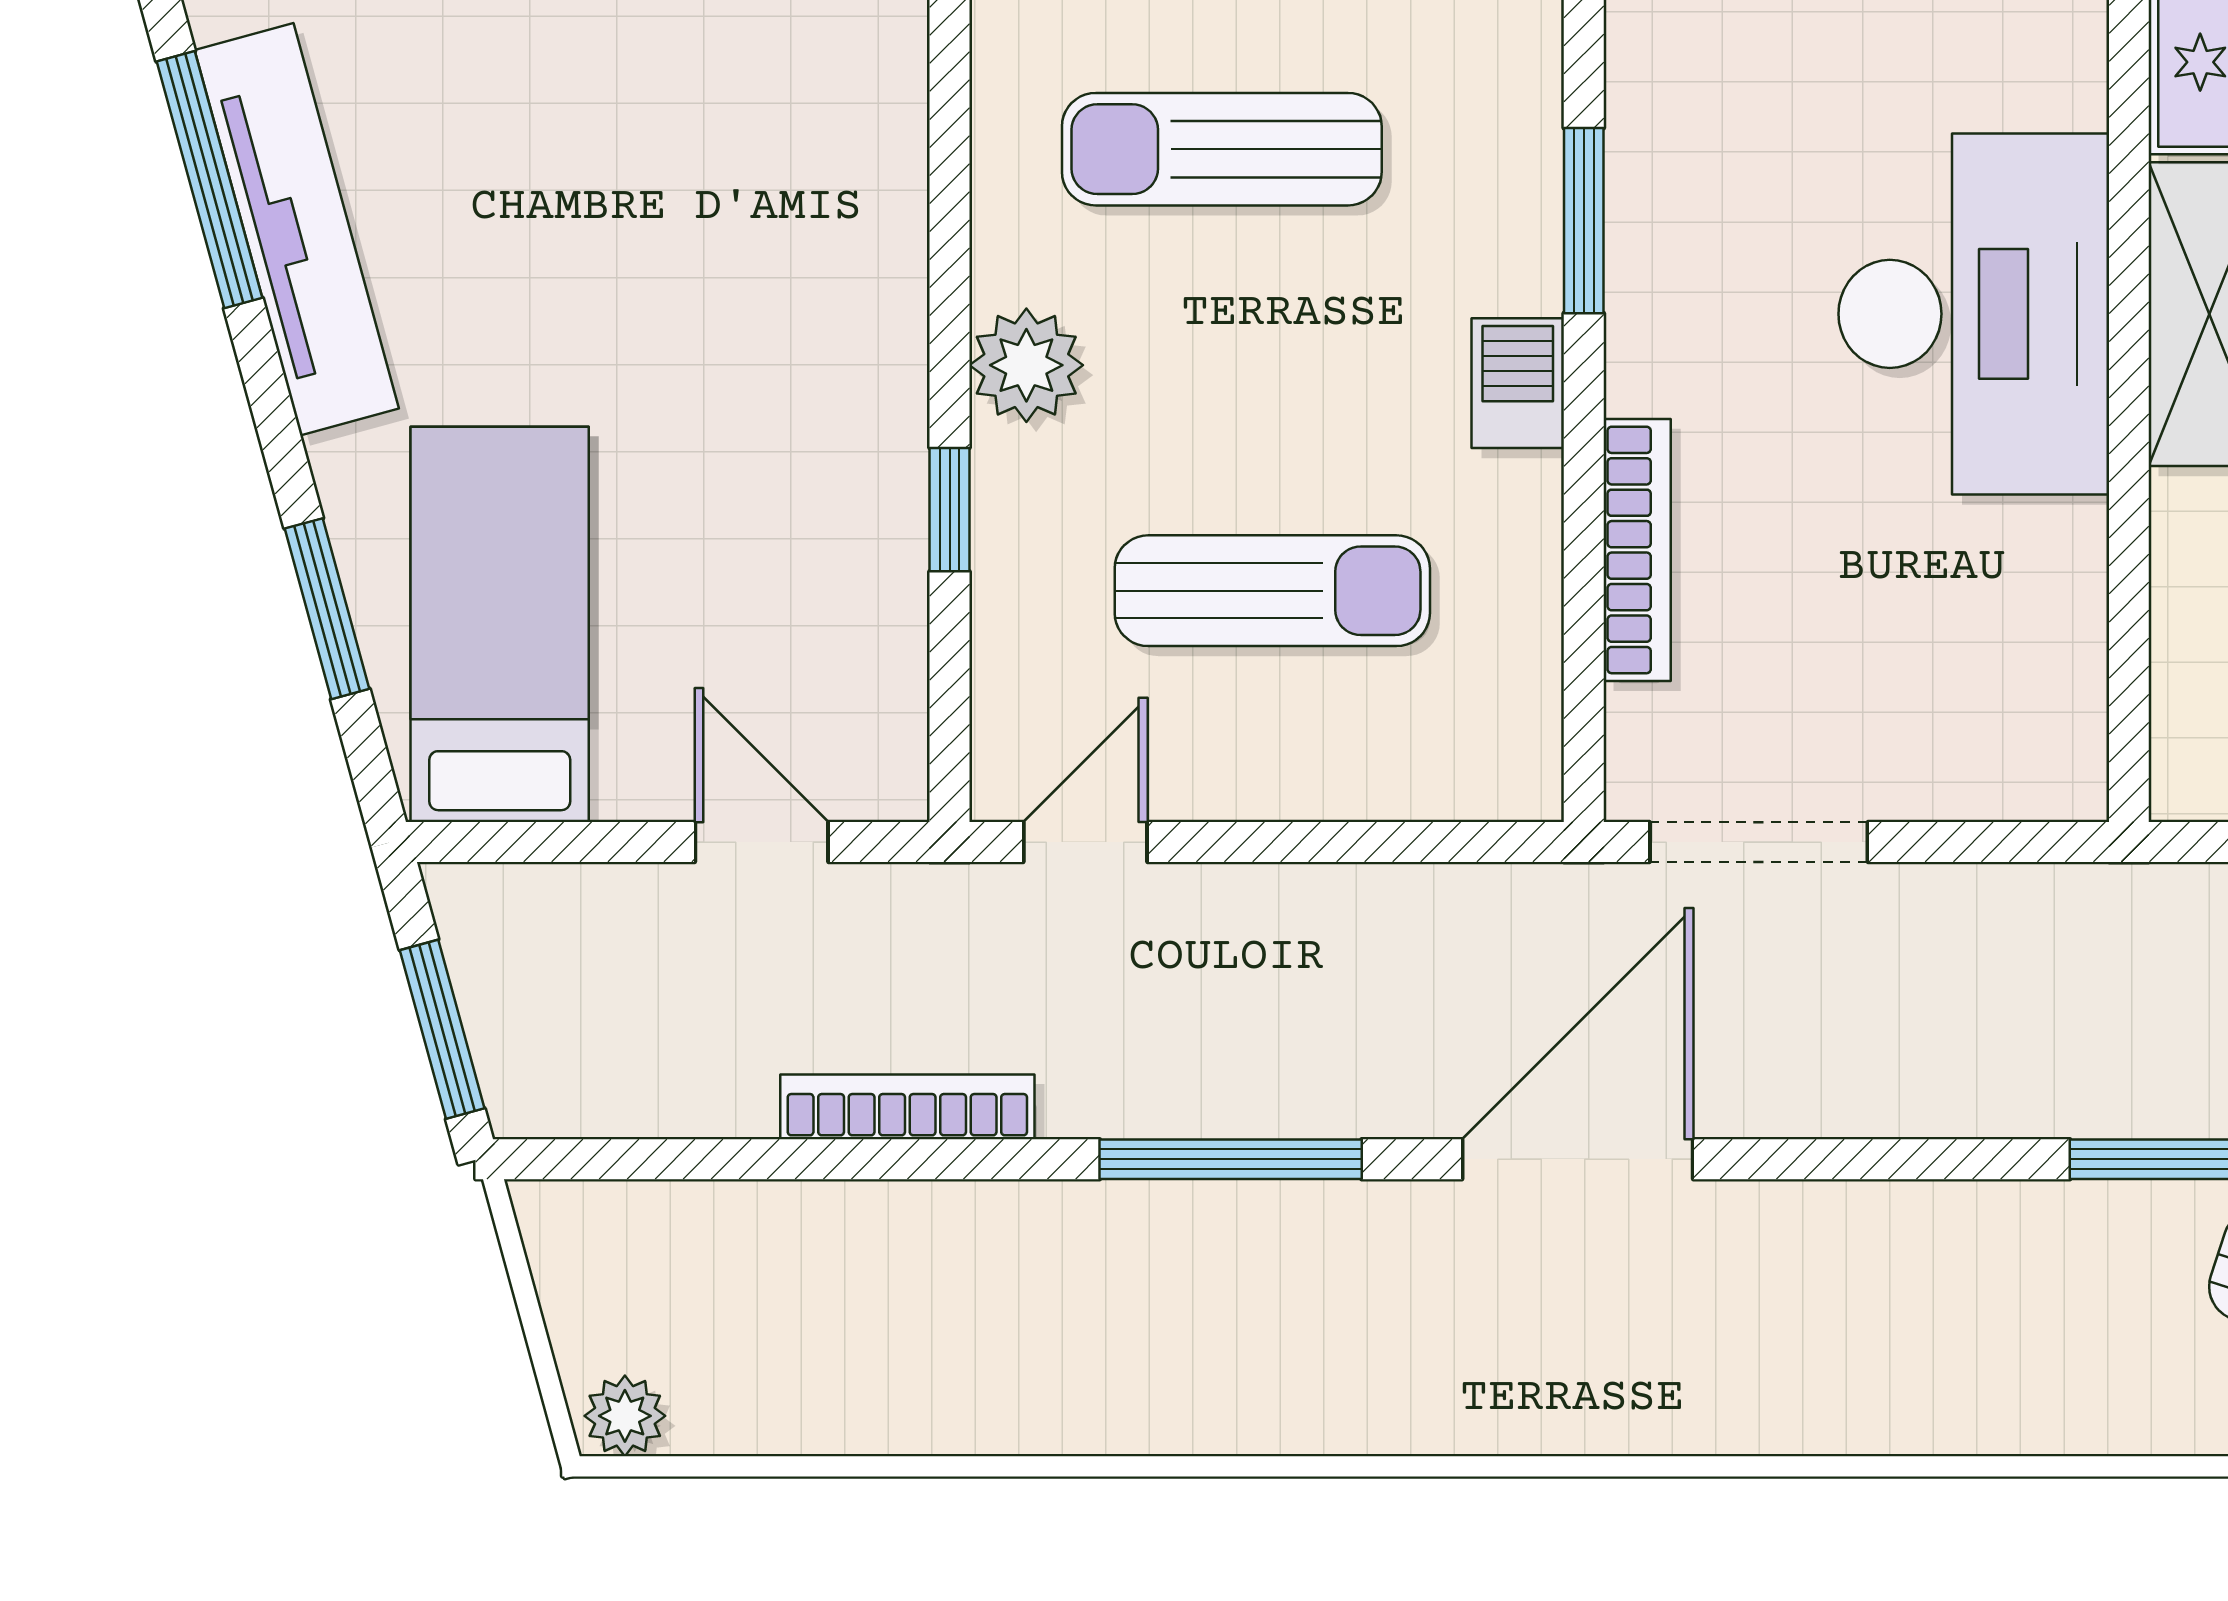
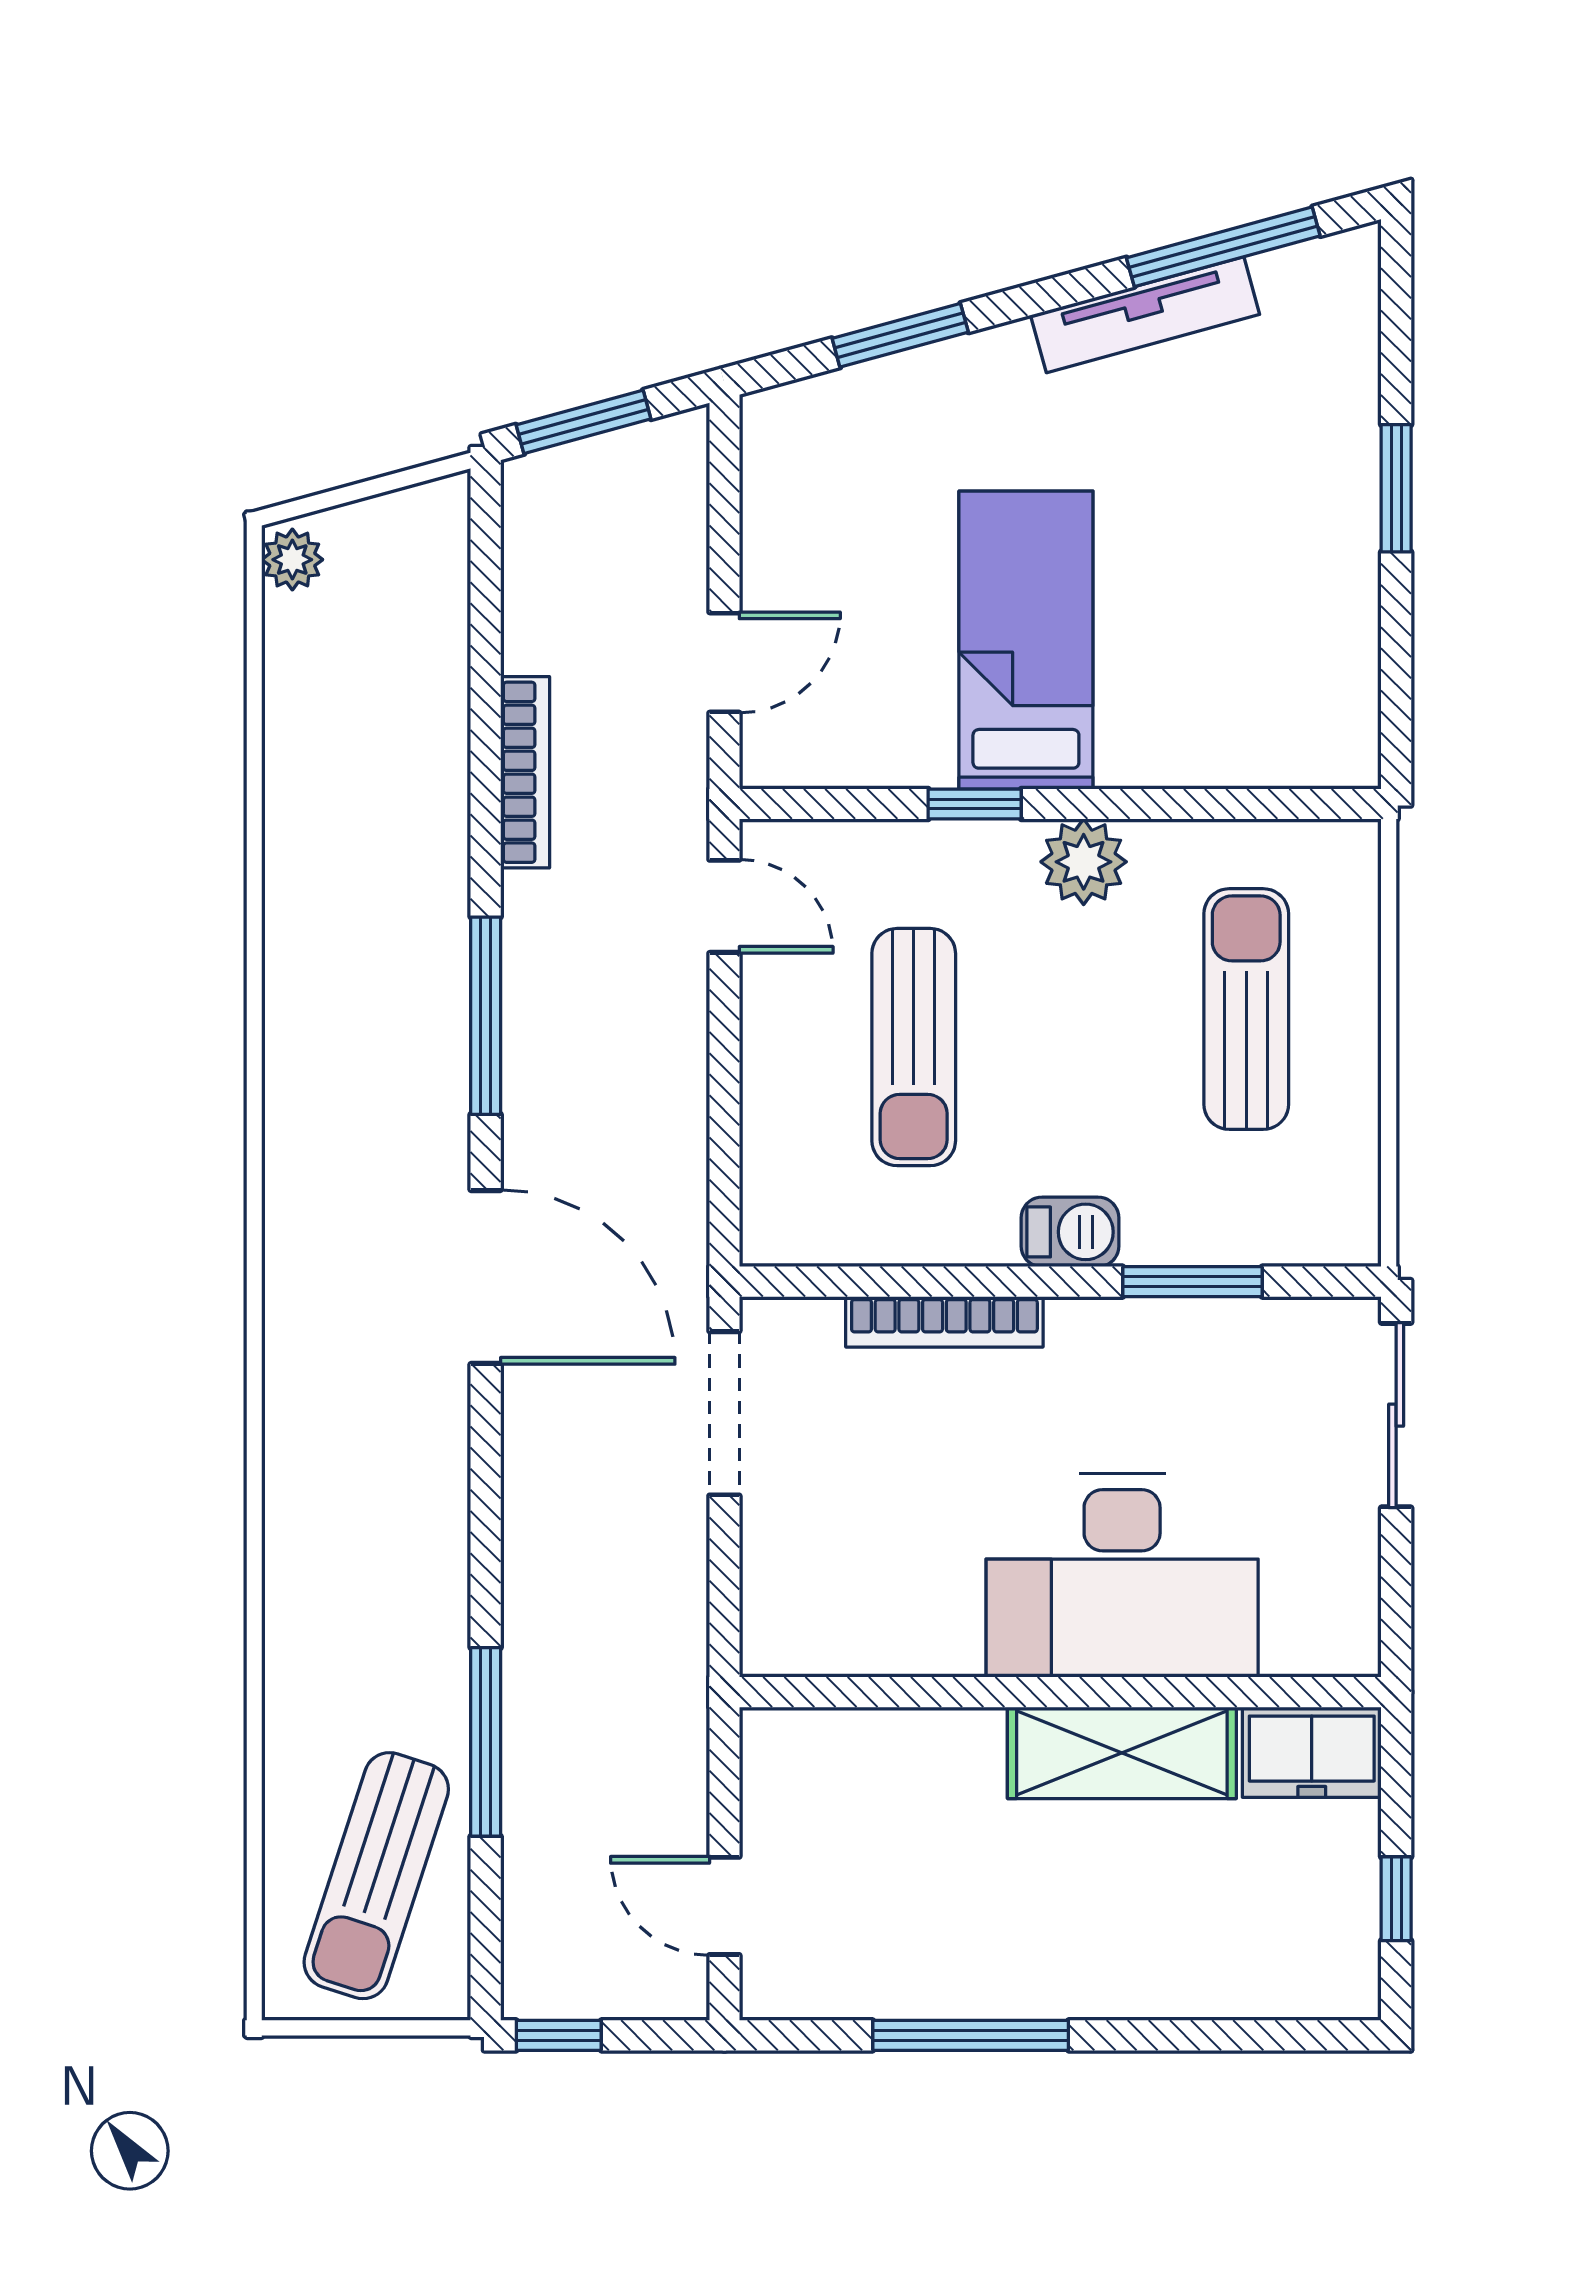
tv unit: (297, 229) -> (1145, 315), width x0.73, depth x0.78
bed: (500, 624) -> (1026, 640), moved, turned -90

